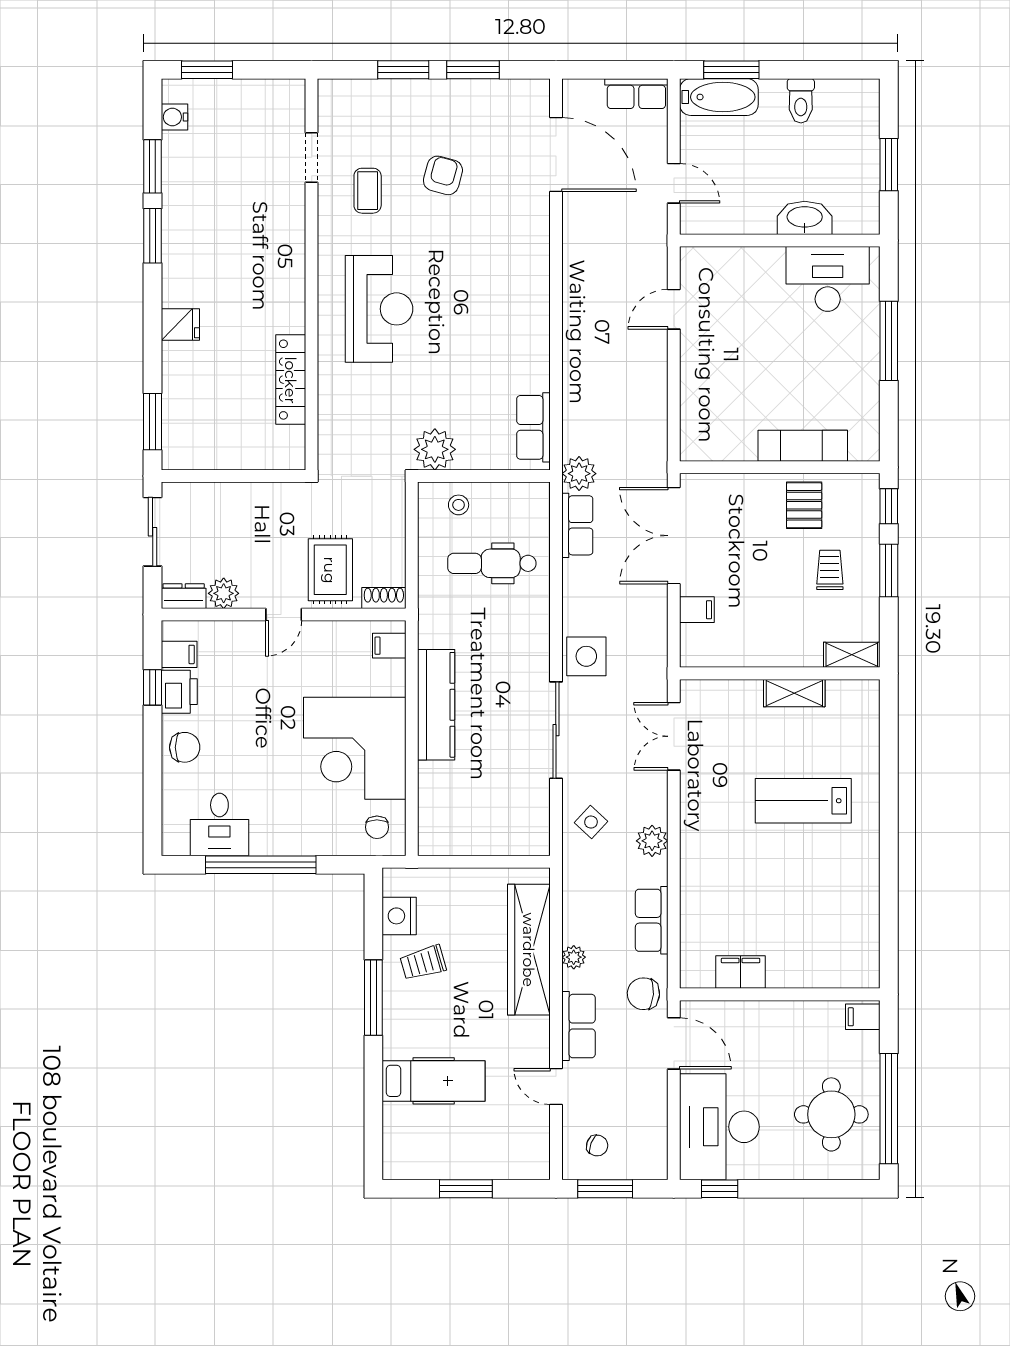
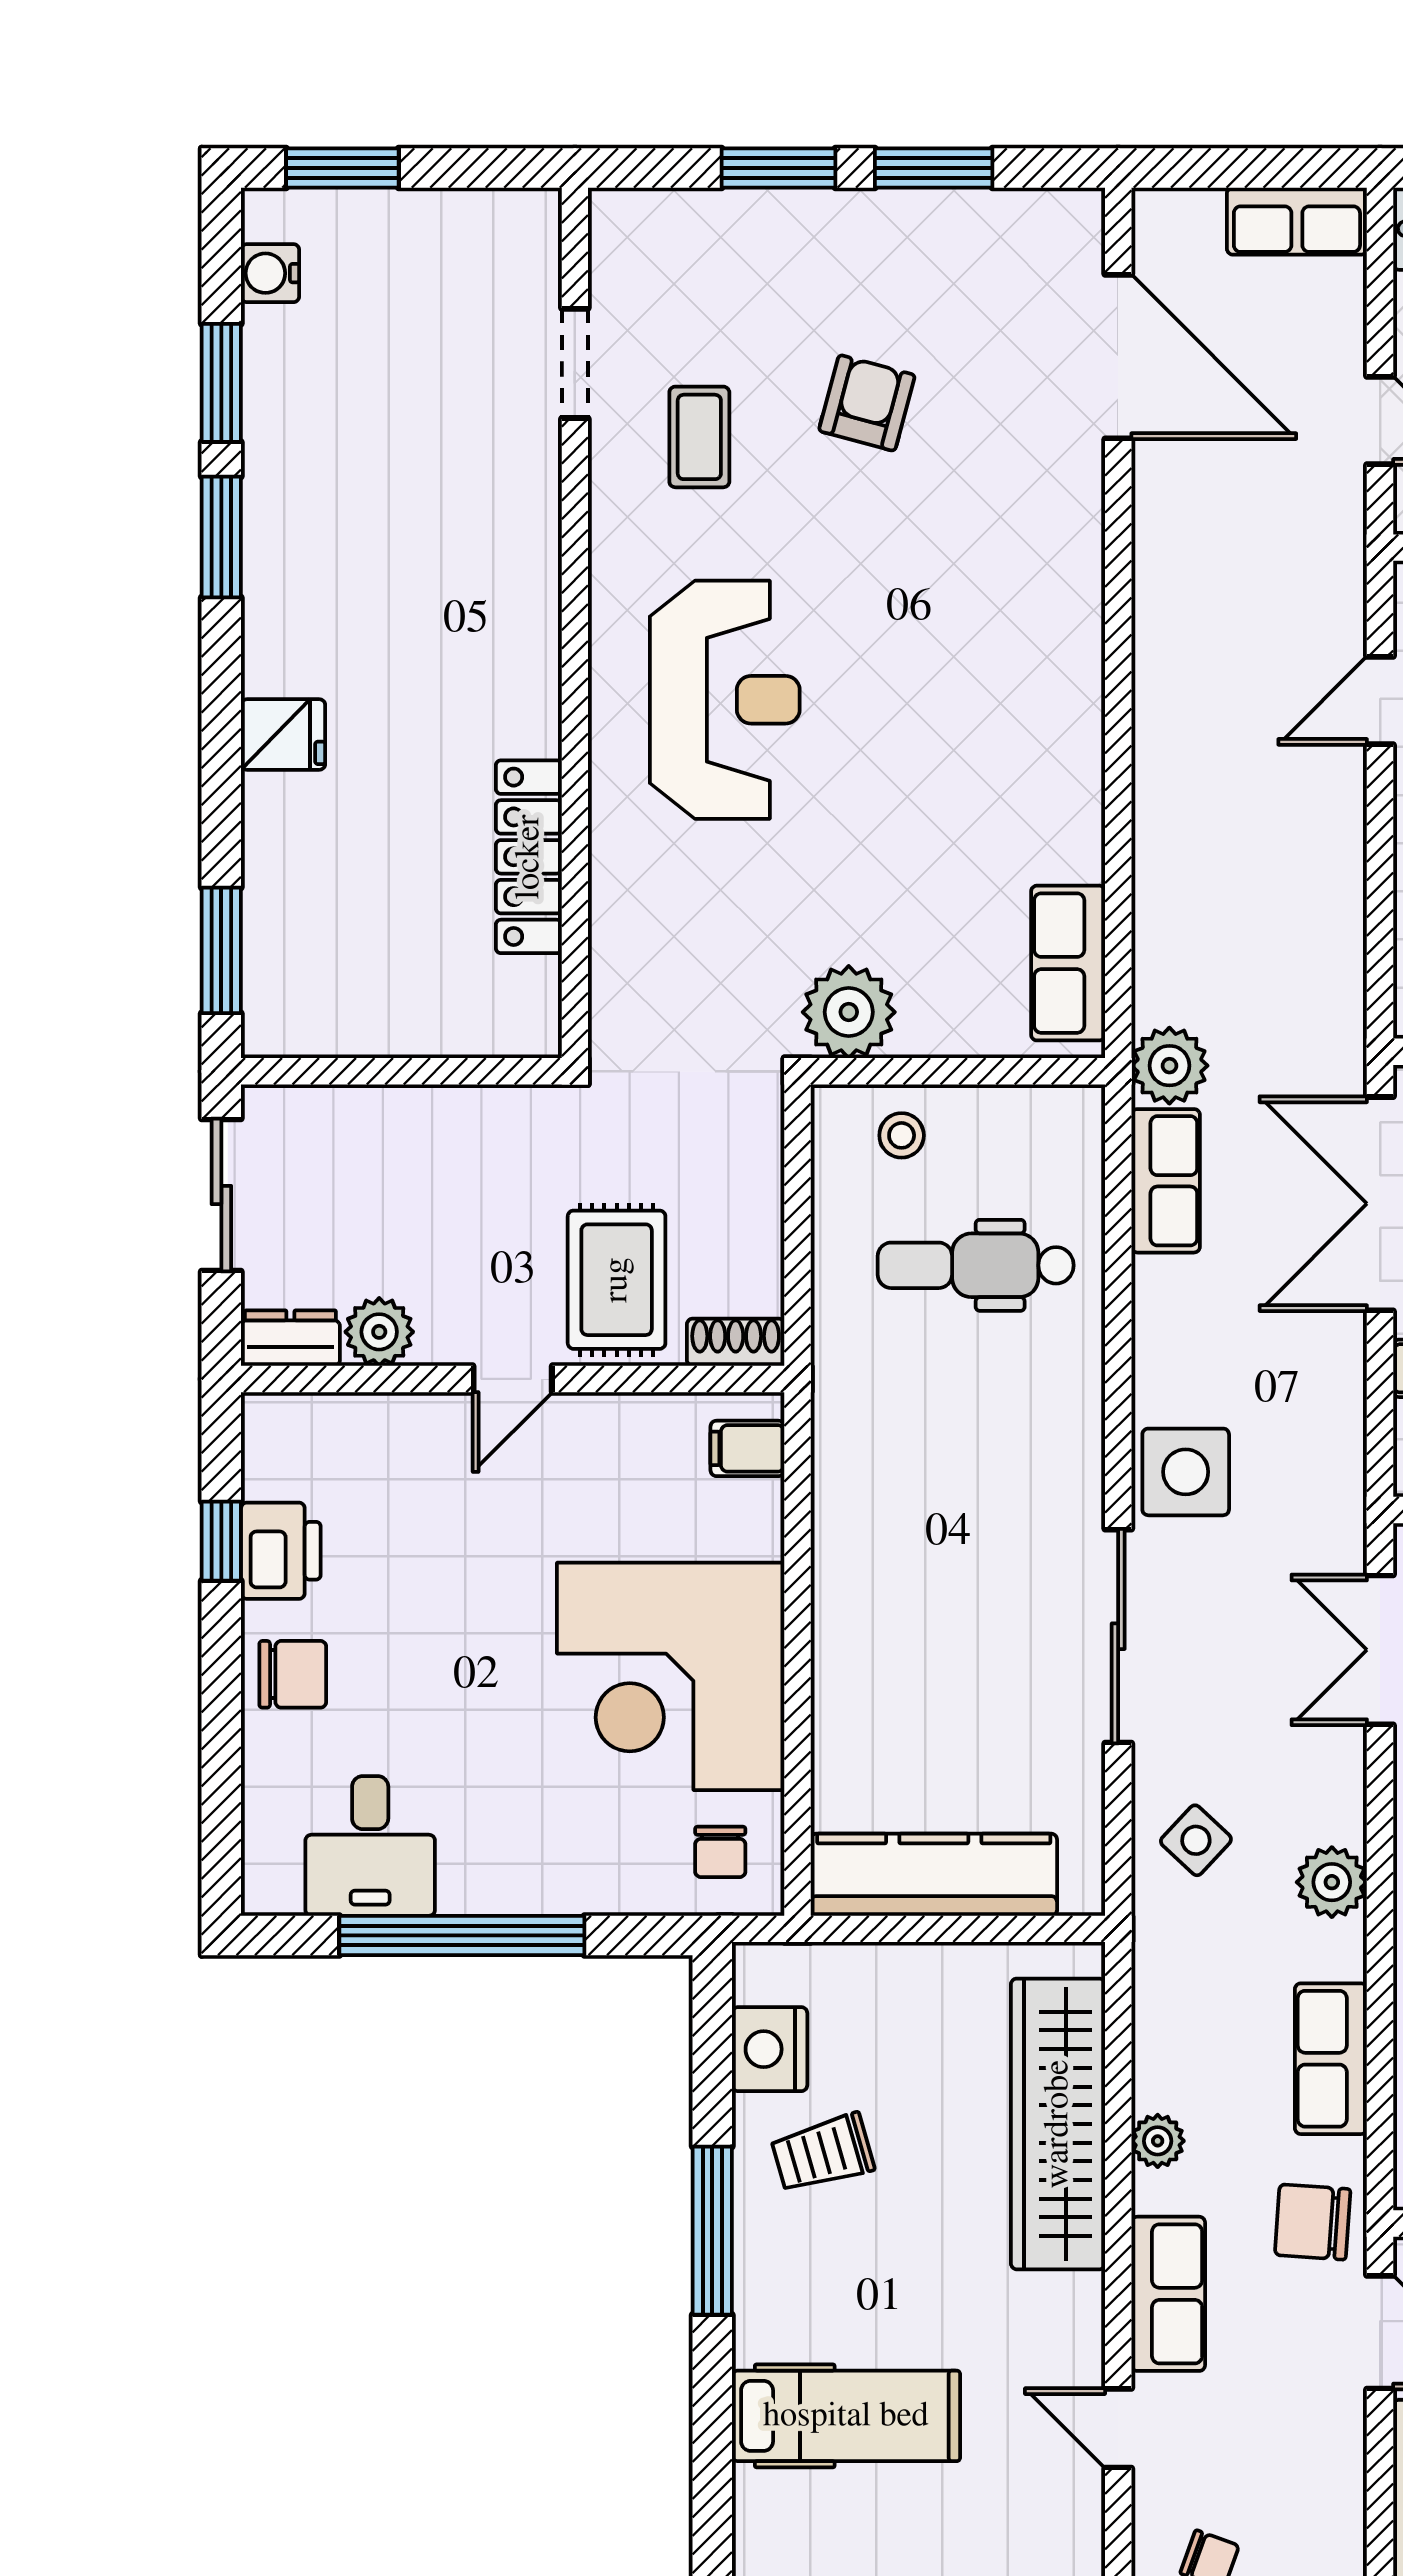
filing cabinet: (179, 654) -> (280, 1468), removed
kitchen counter: (436, 705) -> (934, 1875), moved, turned -90

